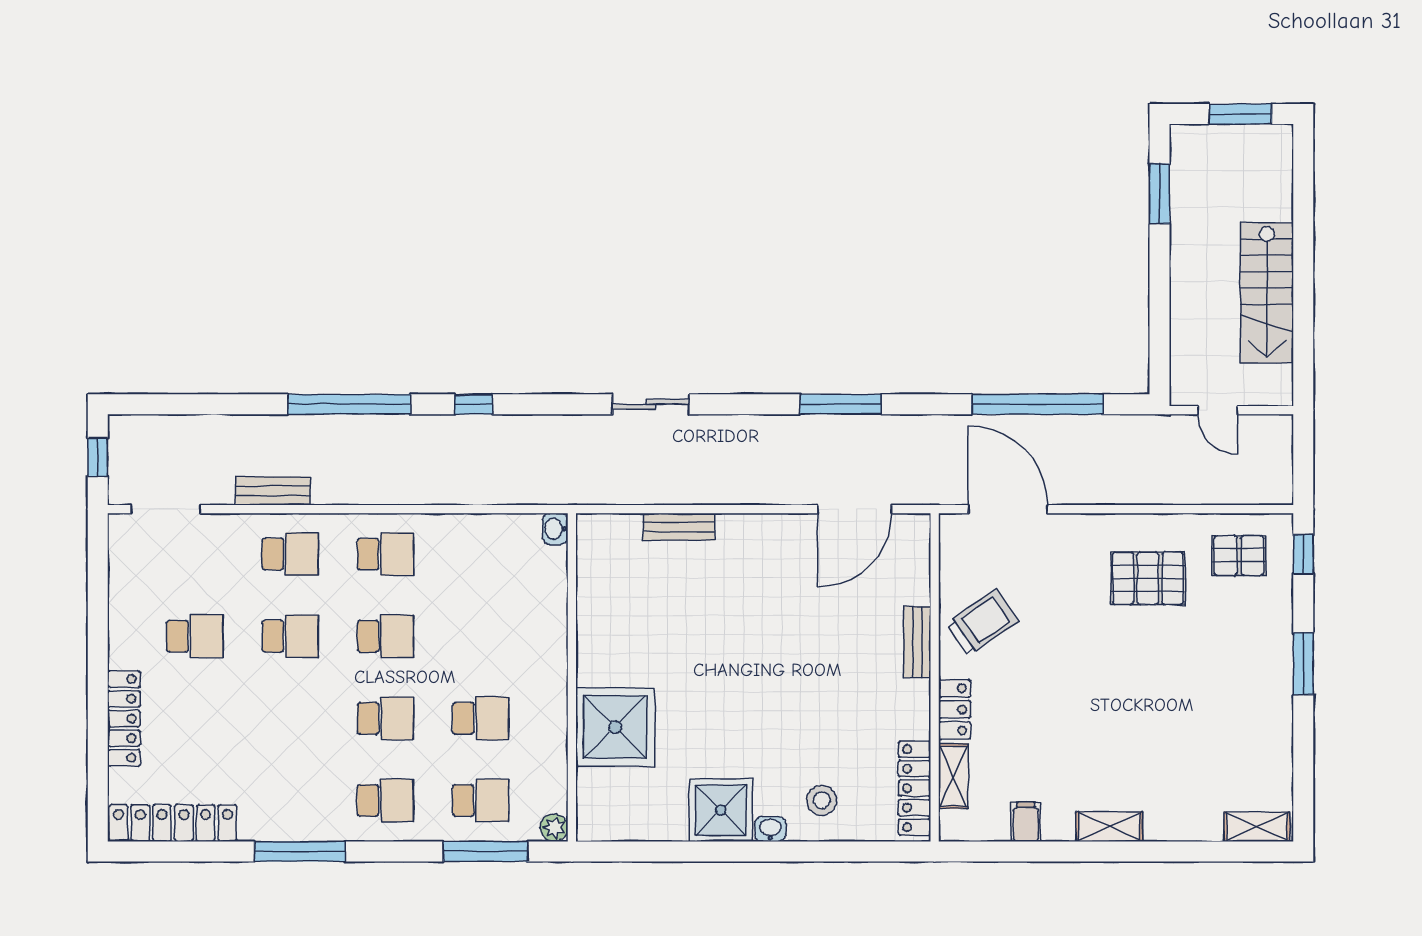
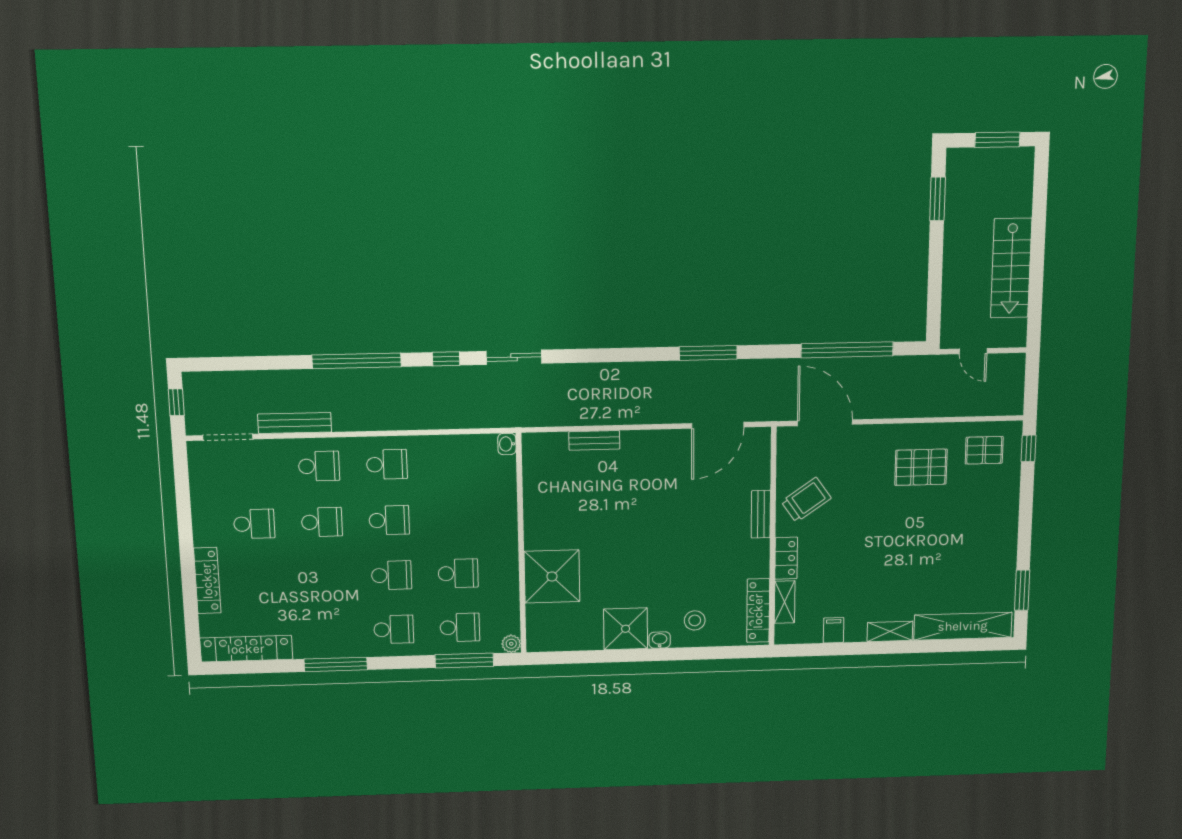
sliding door: (651, 404) -> (514, 357), moved
bench: (273, 491) -> (295, 423), width x1.36
window: (1303, 664) -> (1022, 590), moved
shelving: (1257, 827) -> (963, 626), width x2.20, depth x1.33

